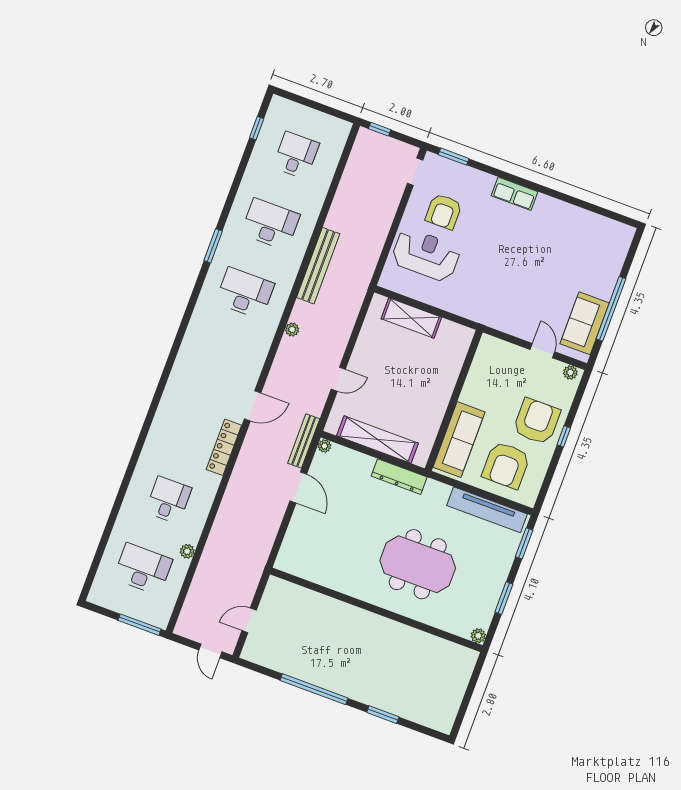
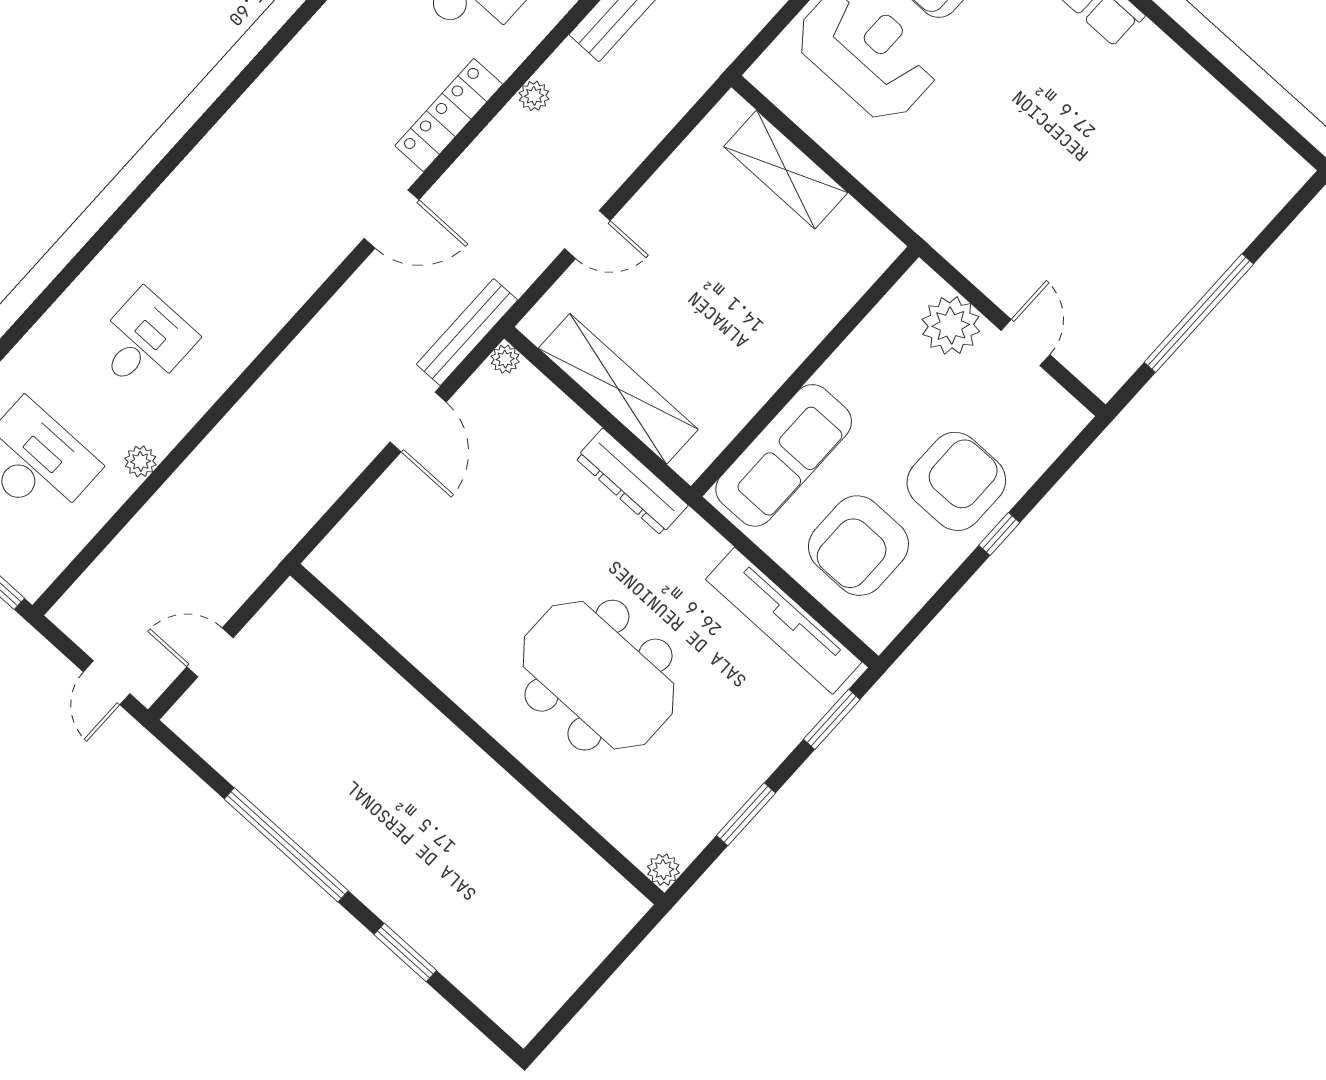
sofa: (585, 323) -> (1134, 321), removed
plant: (570, 372) -> (951, 325), moved, width x1.88, depth x1.88
locker: (224, 447) -> (449, 115), moved

